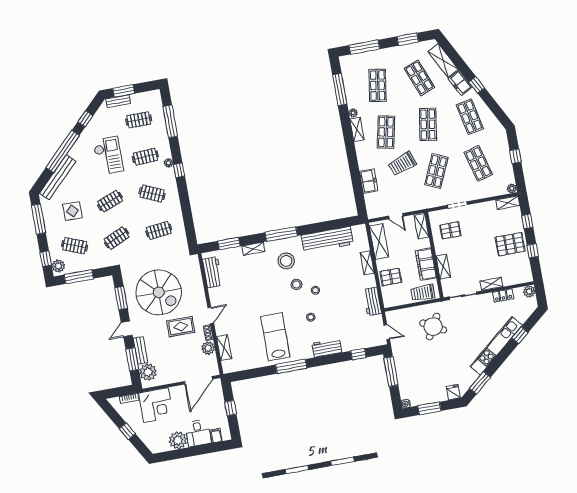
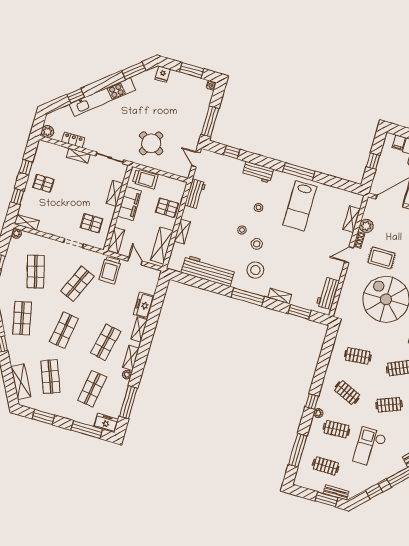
freezer: (460, 83) -> (106, 423), moved, turned -62
shelving: (362, 158) -> (139, 329), added
trolley: (402, 164) -> (110, 270), moved, turned 110
pallet: (510, 244) -> (43, 183), width x0.67, depth x0.71

